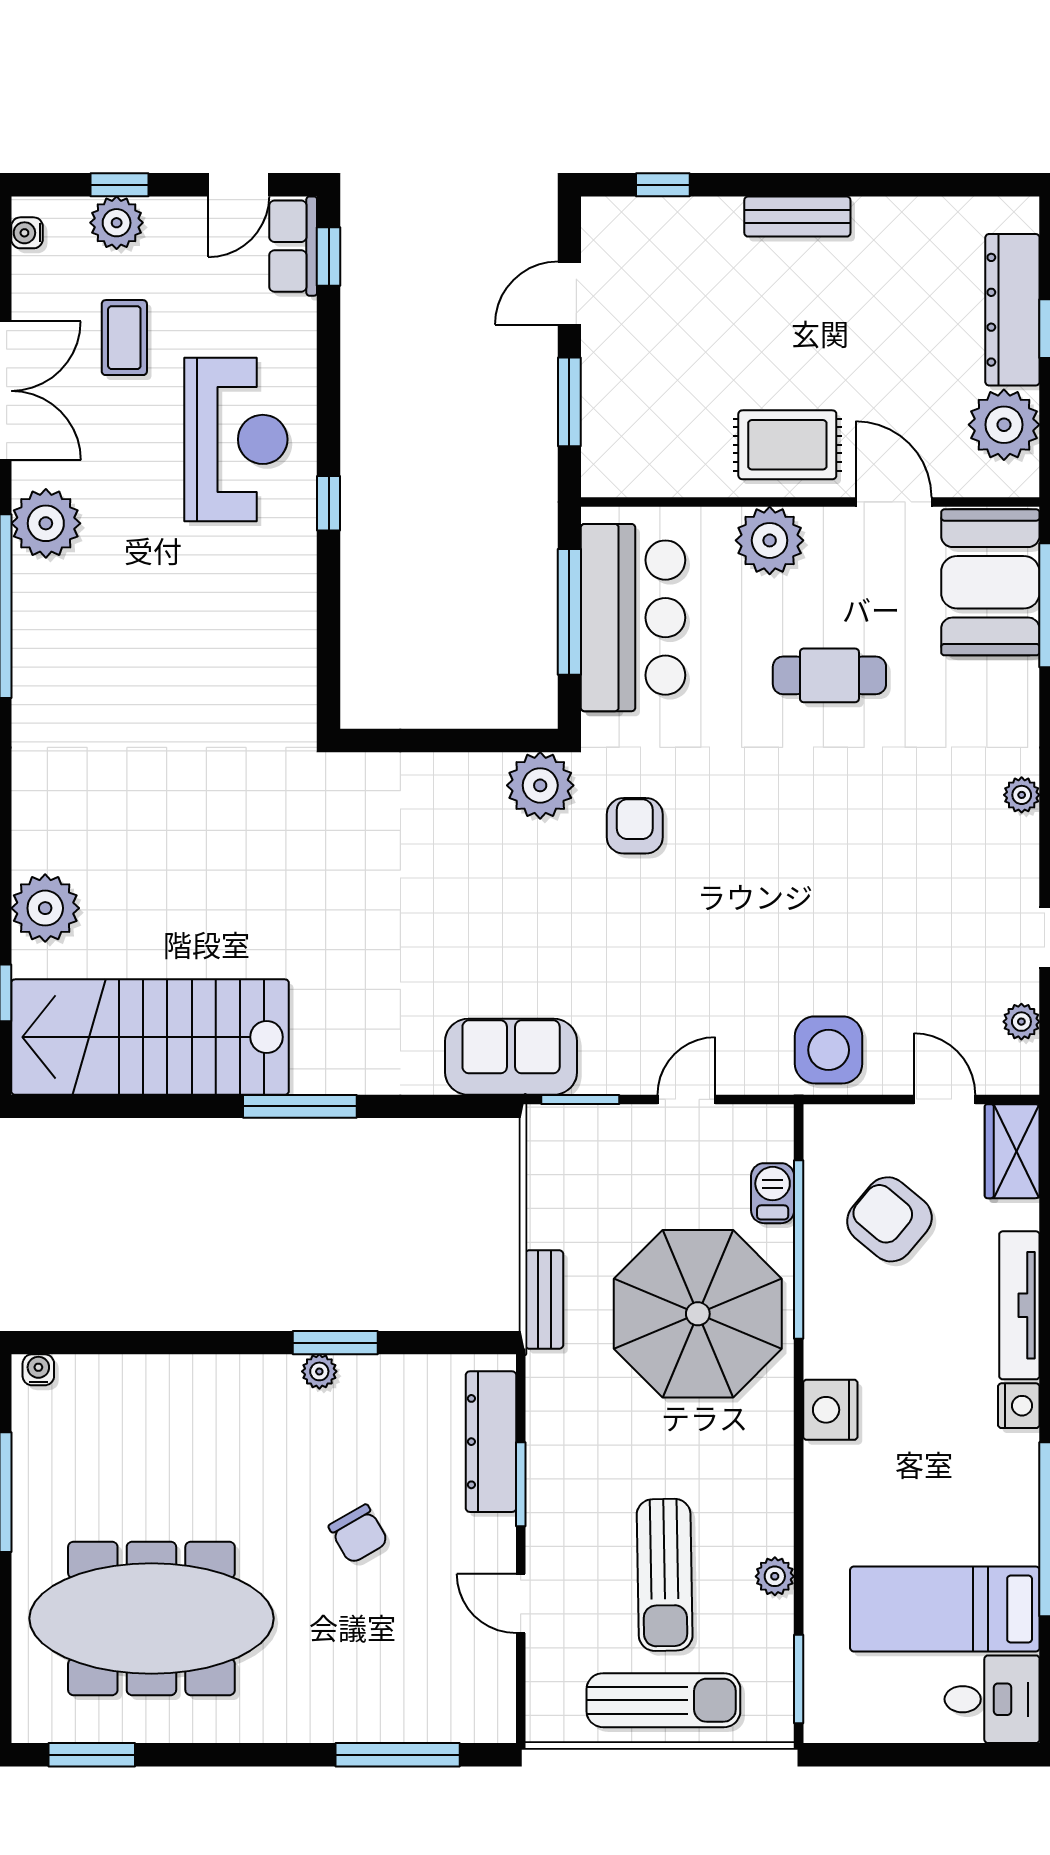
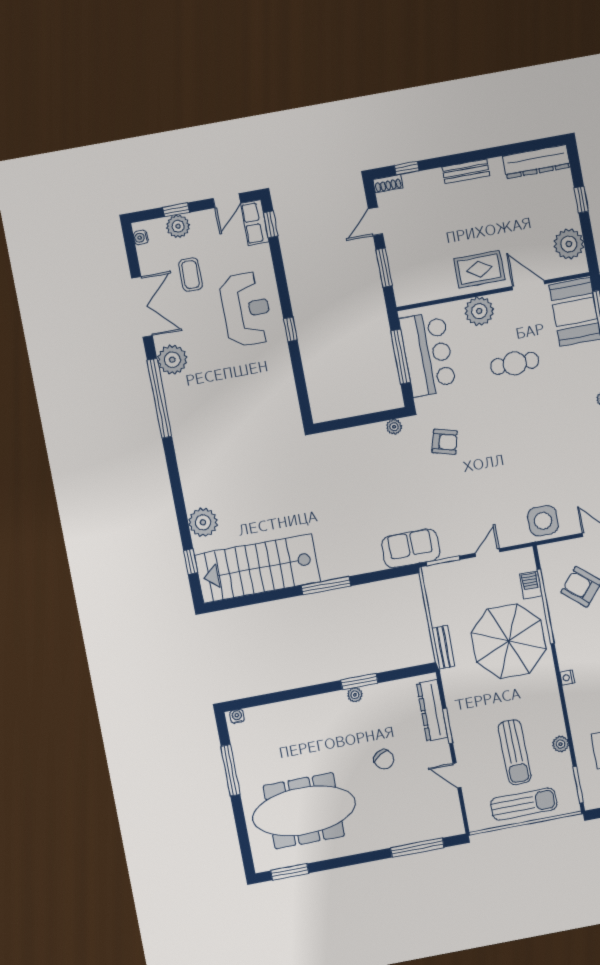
shoe rack: (614, 212) -> (388, 184), added
dresser: (1012, 310) -> (536, 162), moved, turned -90
plant: (540, 785) -> (394, 427), width x0.53, depth x0.53
armchair: (635, 826) -> (445, 442), turned 104
nightstand: (830, 1410) -> (567, 677), width x0.53, depth x0.56

